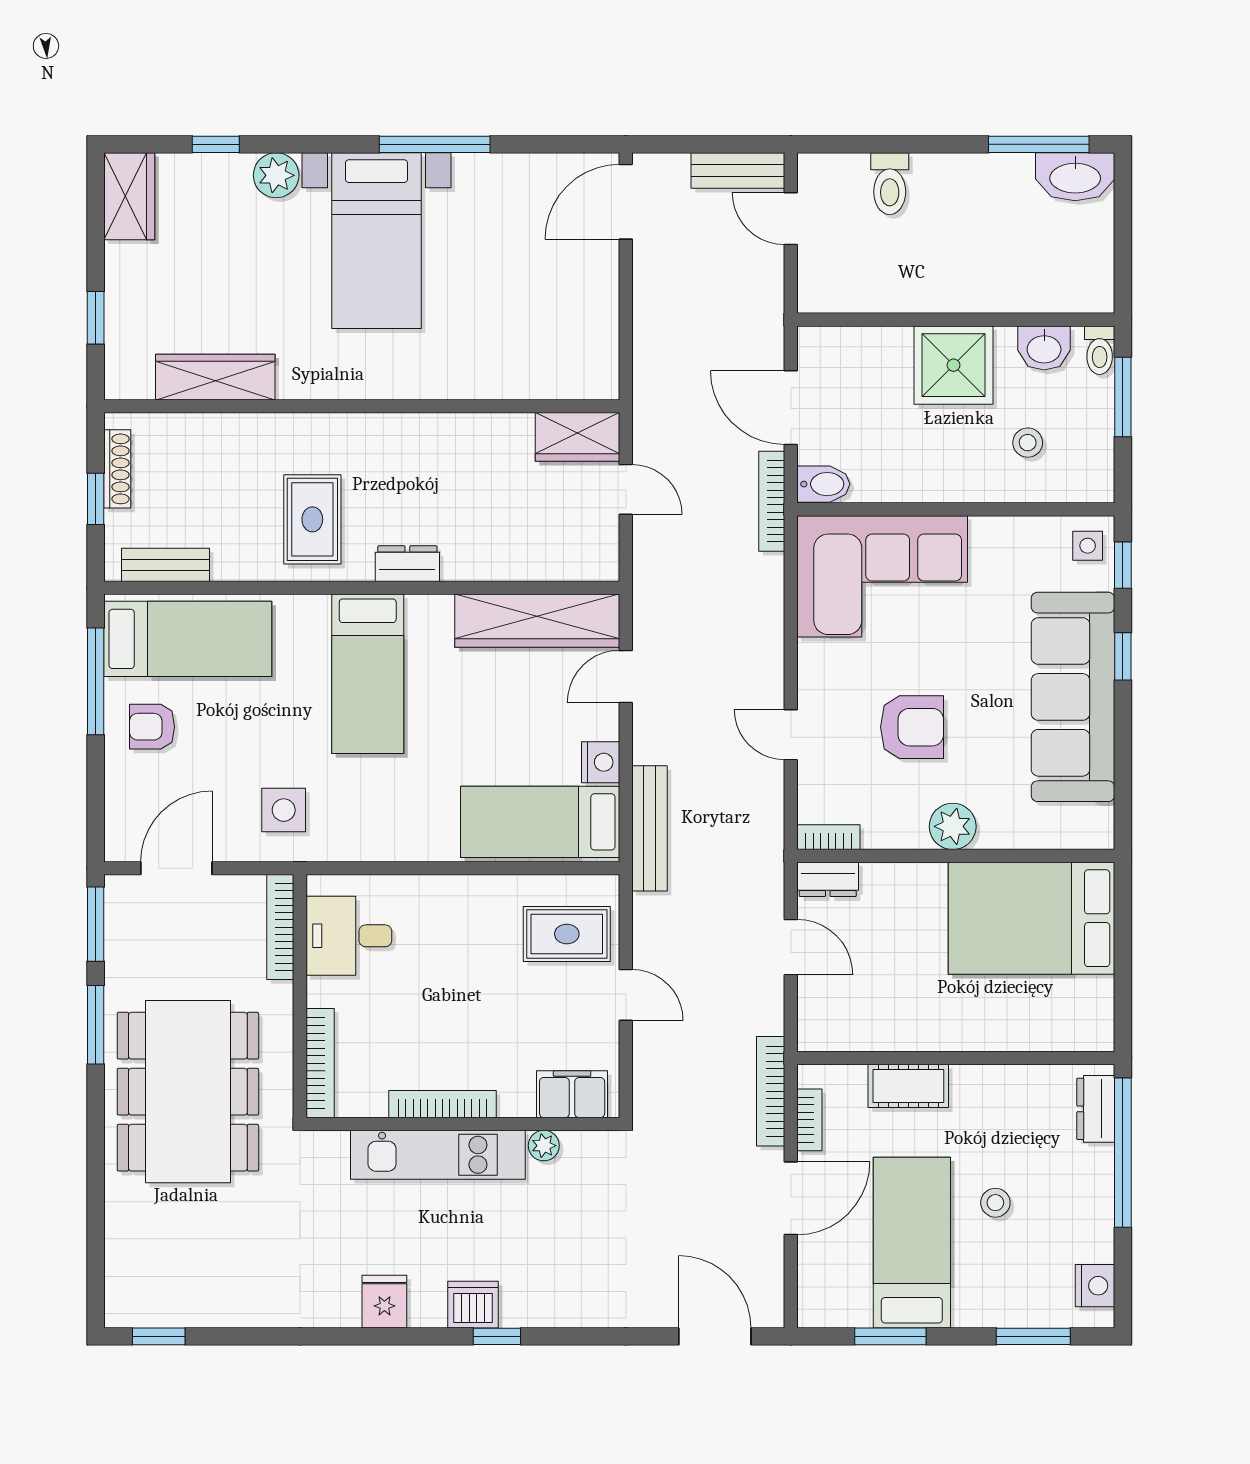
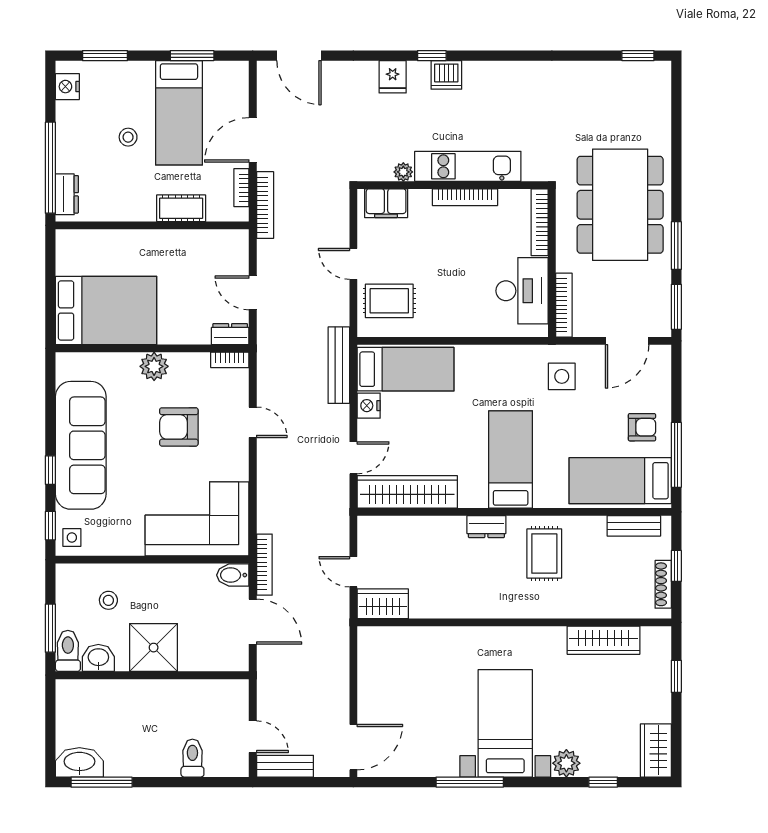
toilet: (1100, 350) -> (68, 651), width x1.37, depth x1.39
desk: (349, 936) -> (522, 291), width x1.37
fridge: (384, 1302) -> (393, 77), moved

